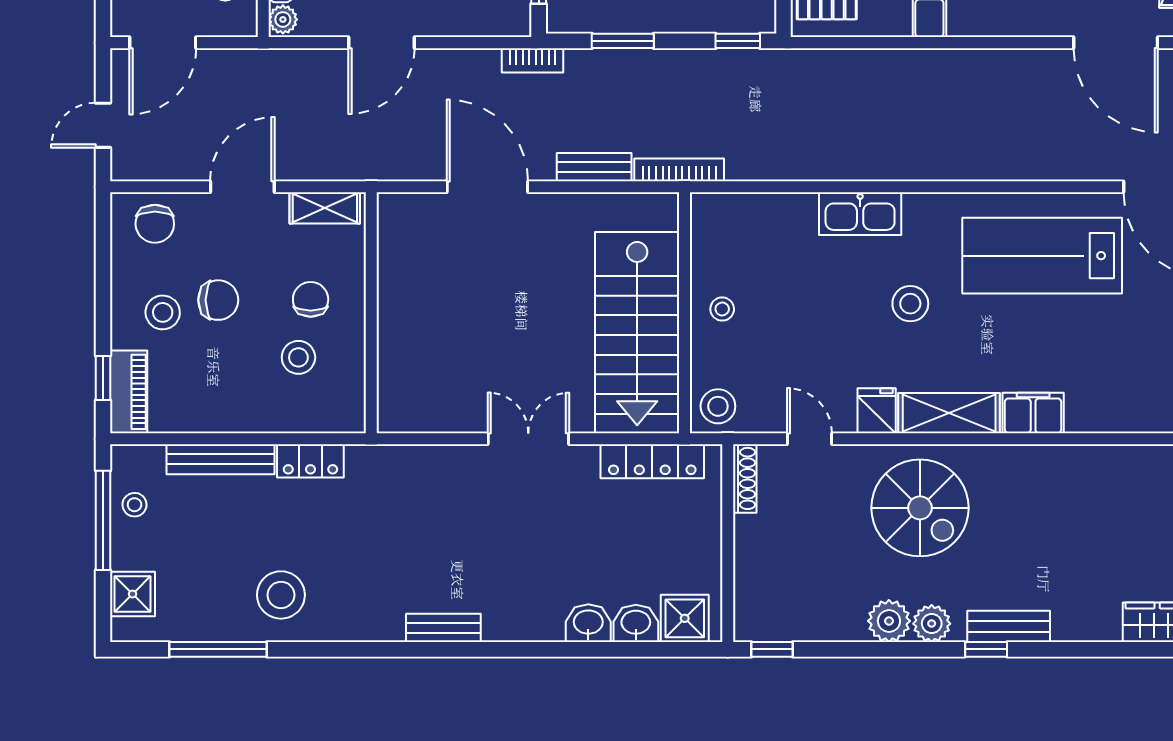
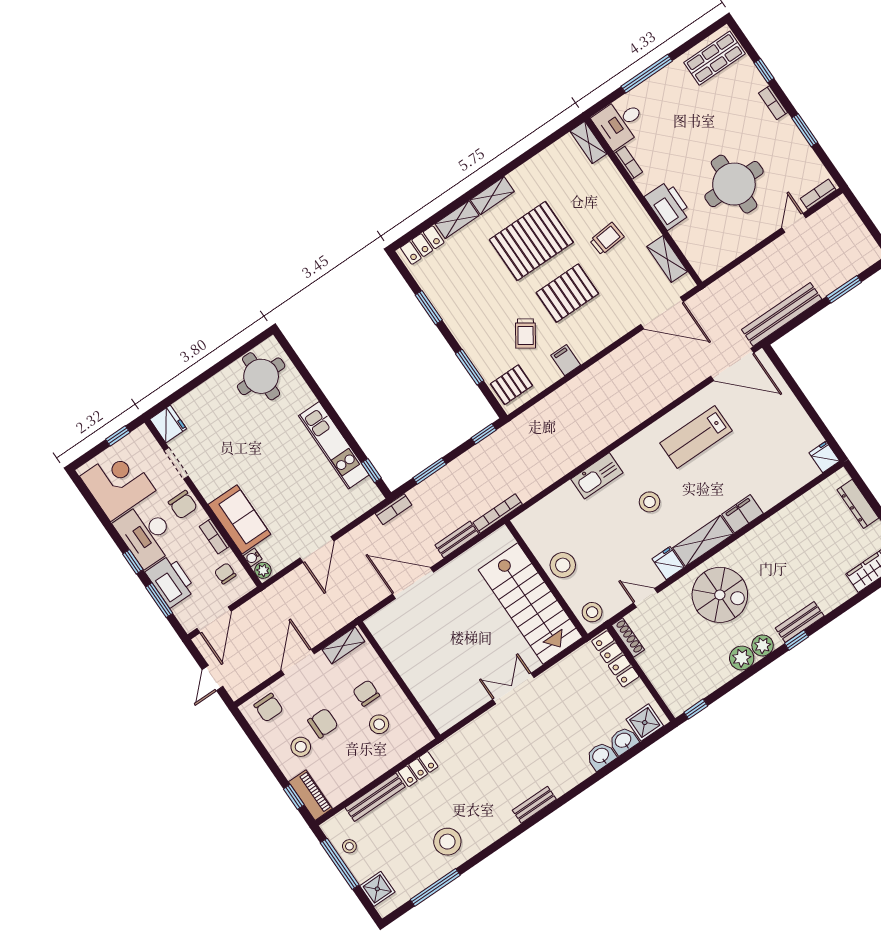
lab bench: (1042, 256) -> (696, 437), width x0.73, depth x0.72
stool: (722, 309) -> (563, 565), width x1.89, depth x1.89
locker: (652, 461) -> (615, 659), moved, turned 90

